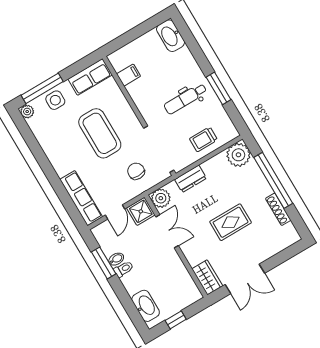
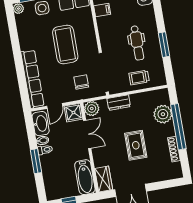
dental chair: (185, 99) -> (137, 43), turned -90
plant: (238, 155) -> (163, 114), moved
row of seats: (81, 198) -> (32, 79), width x1.36
rug: (231, 222) -> (136, 145), turned 90
window: (104, 263) -> (36, 161), moved
bathtub: (184, 284) -> (85, 177), added
washbasin: (146, 306) -> (41, 124), moved

